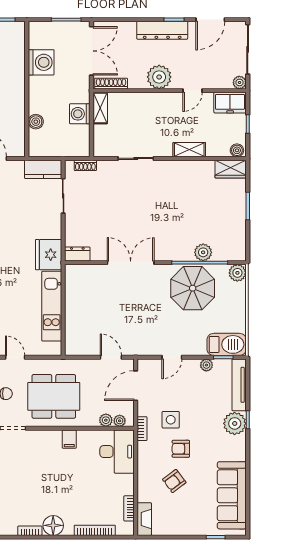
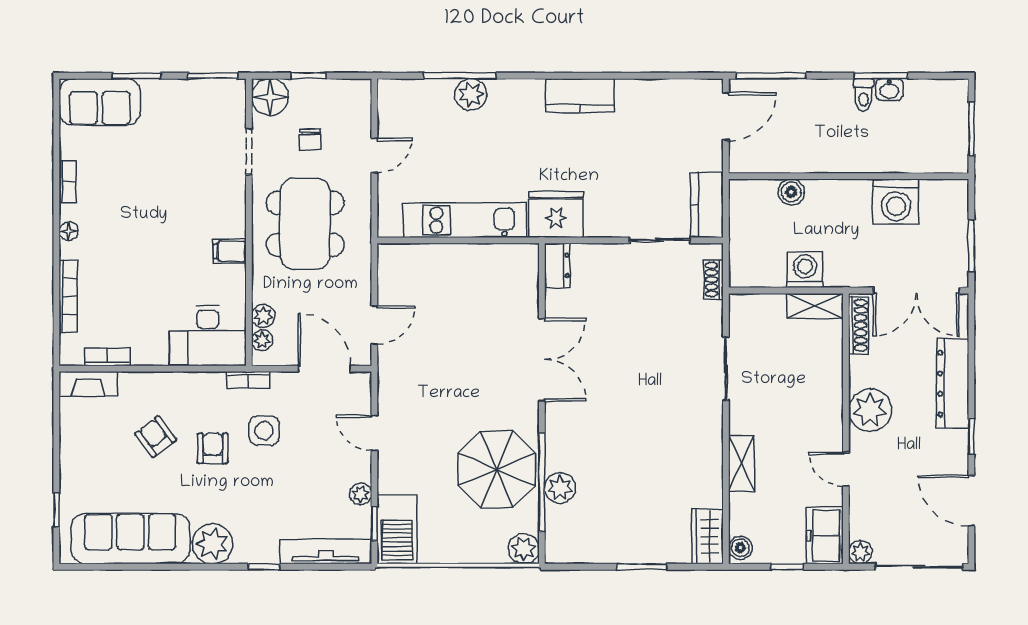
dresser: (162, 30) -> (953, 384), moved
plant: (235, 423) -> (212, 544), moved
floor lamp: (53, 525) -> (69, 231), width x0.53, depth x0.53

